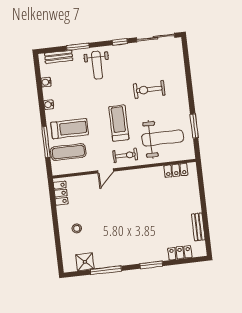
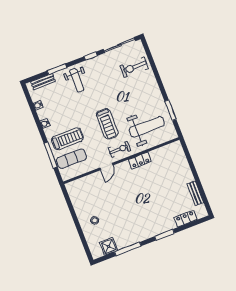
exercise bike: (149, 89) -> (134, 67), moved
treadmill: (119, 123) -> (107, 124), turned 180
locker: (176, 170) -> (140, 160), moved
locker: (61, 193) -> (74, 194), removed

